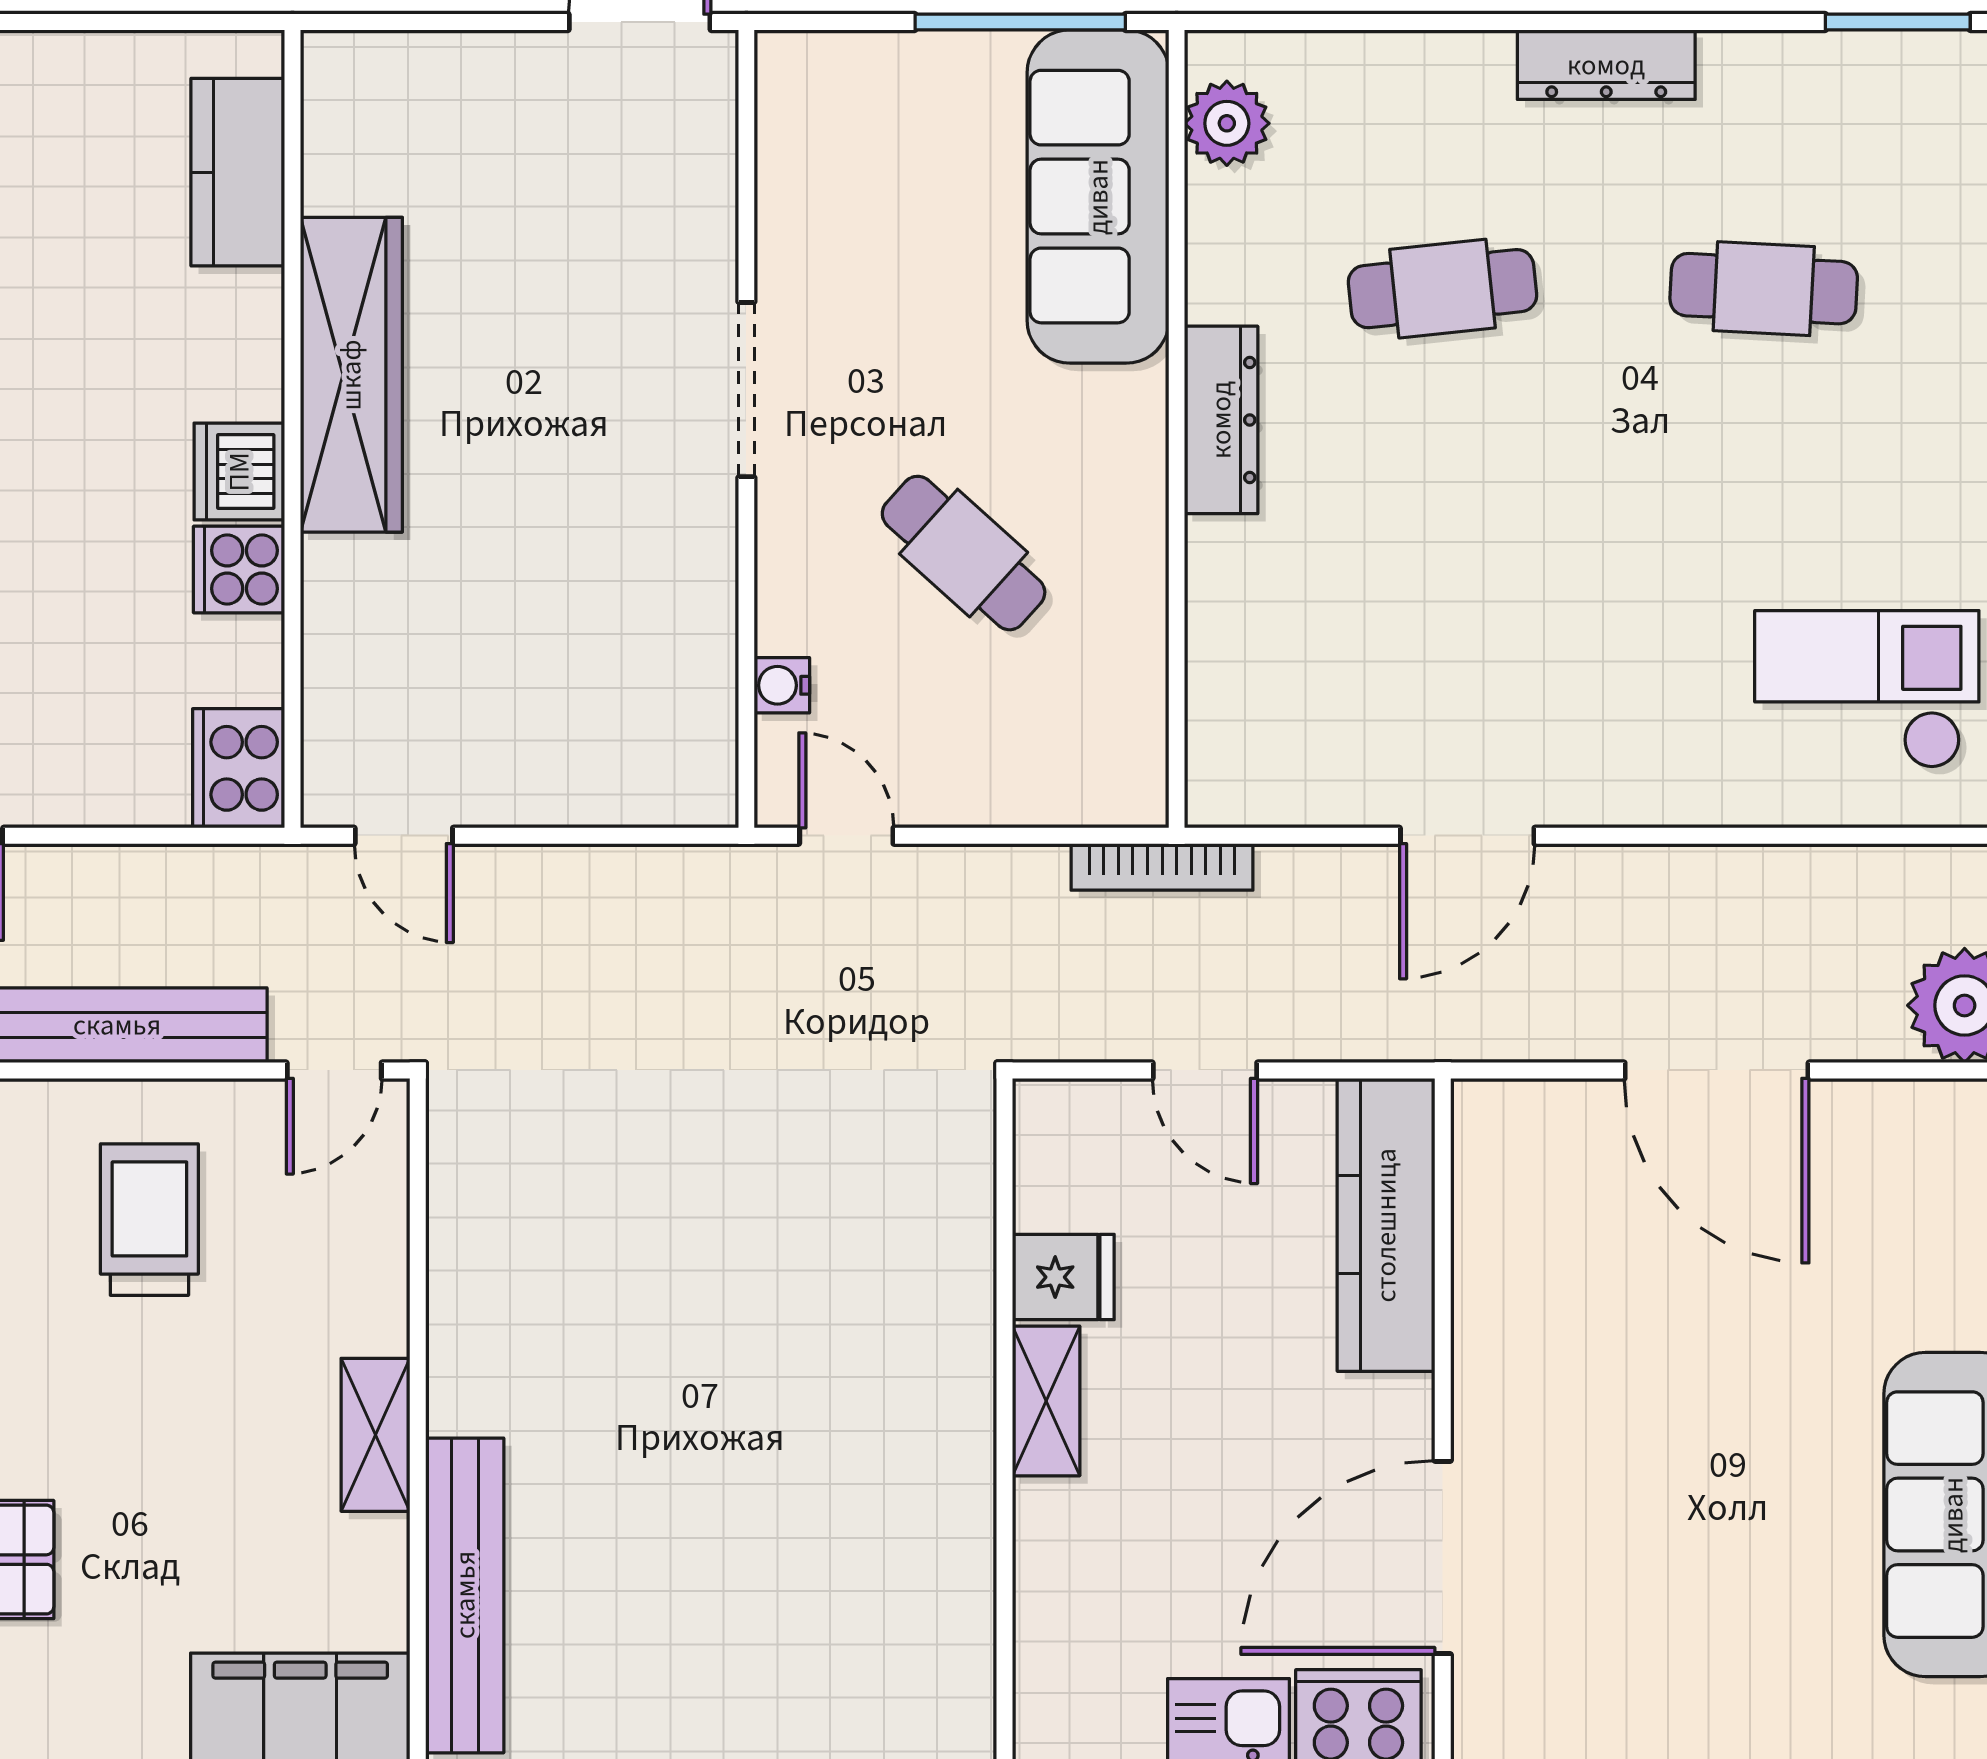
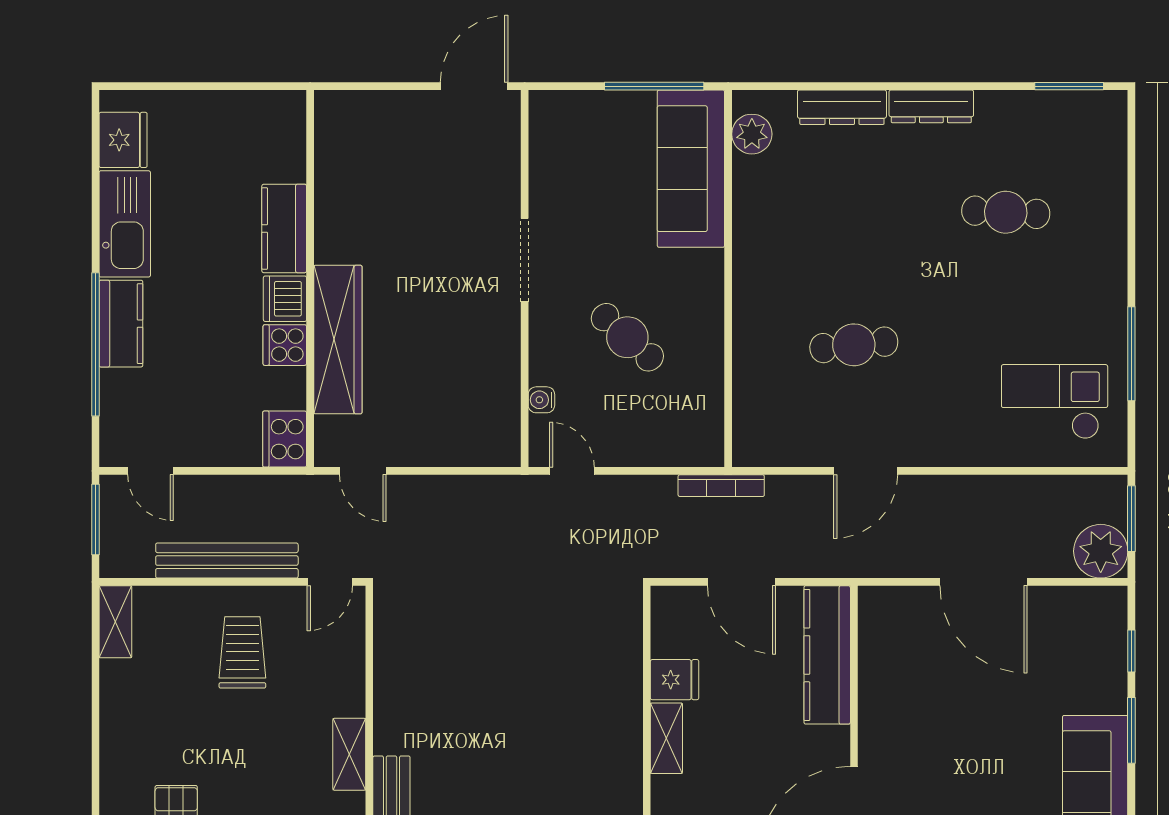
kitchen counter: (238, 172) -> (284, 228), moved
cafe table: (1442, 289) -> (854, 345), moved
wardrobe: (351, 375) -> (338, 340), moved
dresser: (1221, 420) -> (842, 107), moved, turned 90
door: (1205, 1070) -> (741, 582), width x1.38

